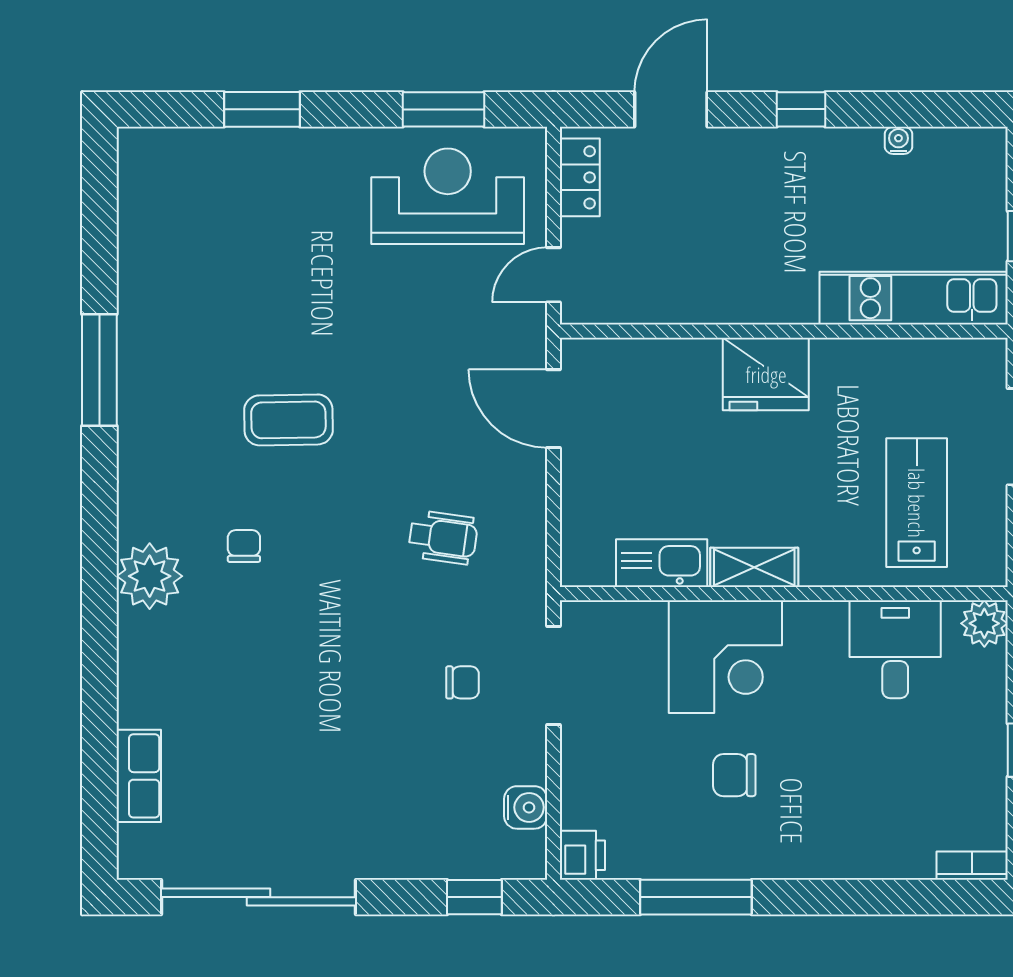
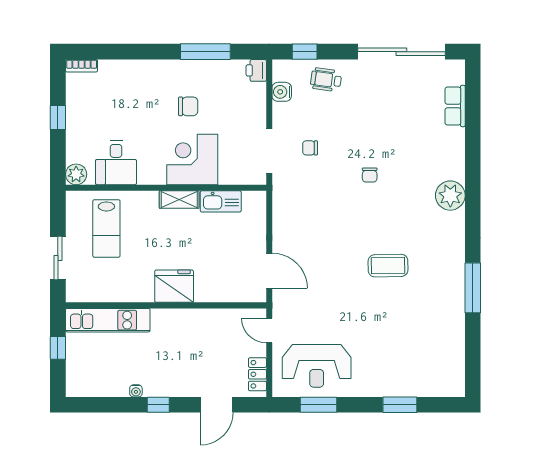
water cooler: (898, 140) -> (136, 391), moved
door: (554, 275) -> (269, 331), swing flipped
wheelchair: (443, 537) -> (326, 80), moved
chair: (244, 546) -> (370, 175), moved

